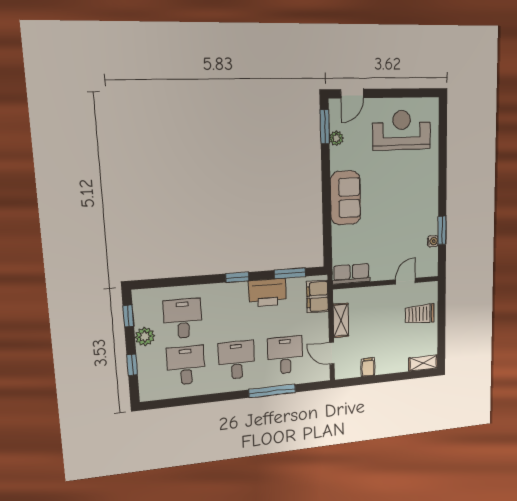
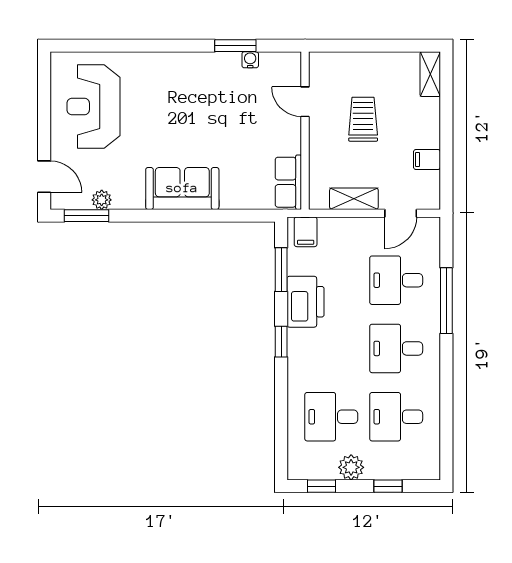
filing cabinet: (317, 297) -> (306, 232), width x0.50
trolley: (420, 314) -> (363, 119), moved, turned 180

